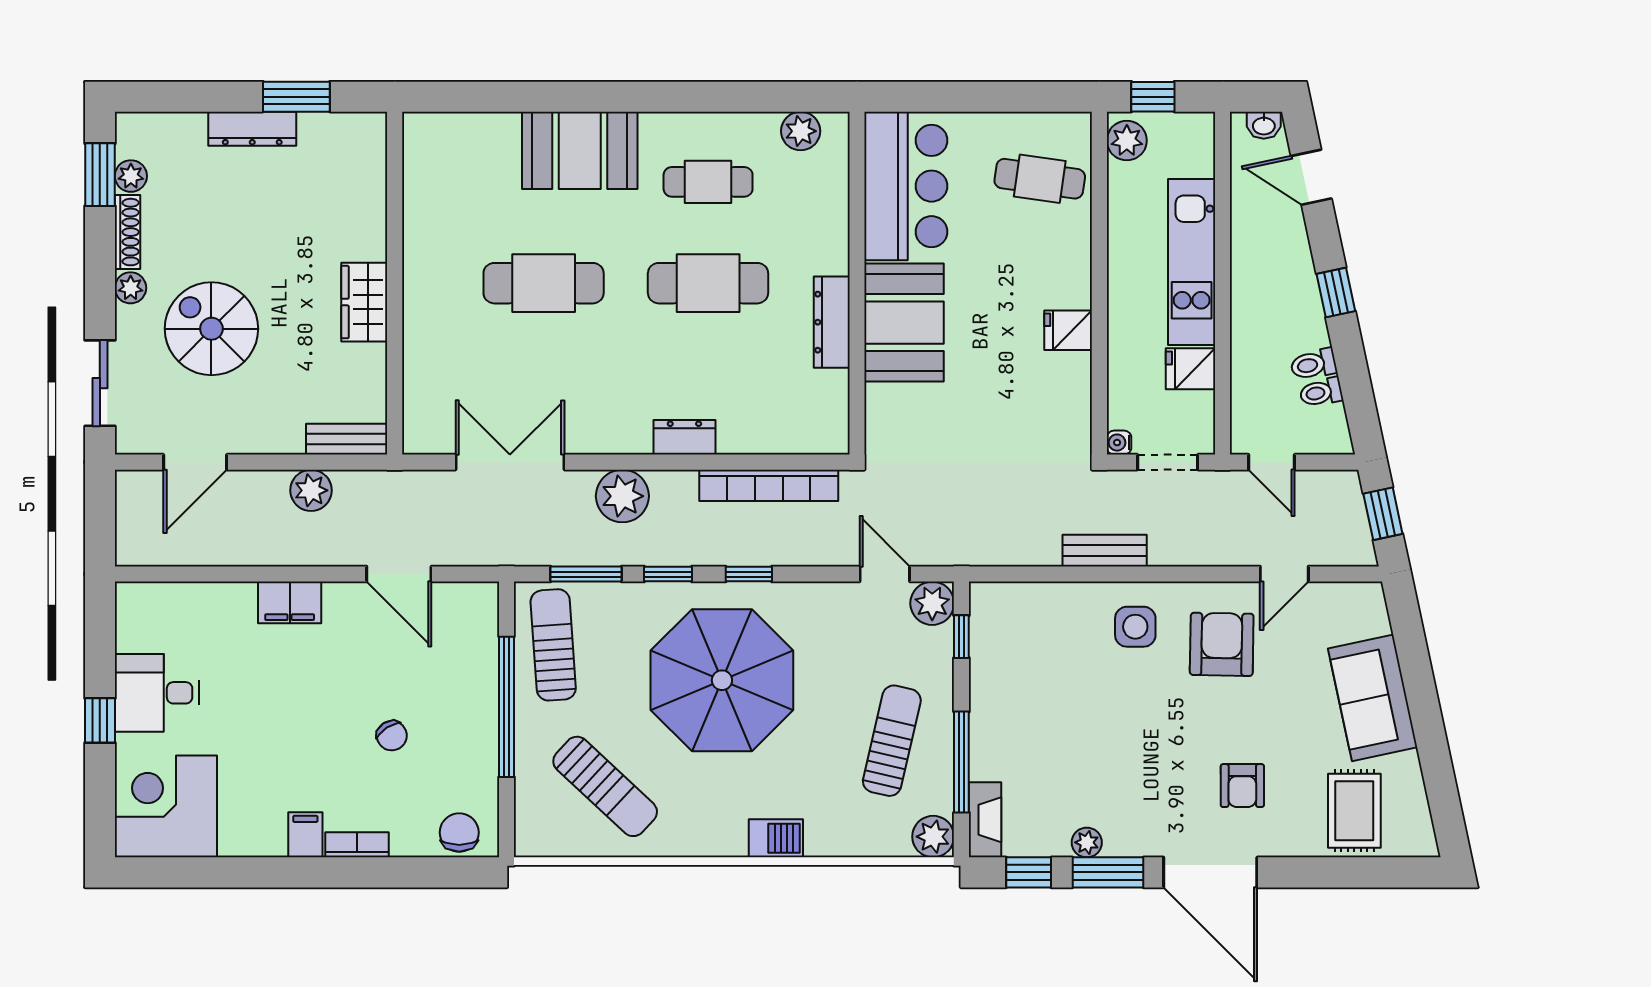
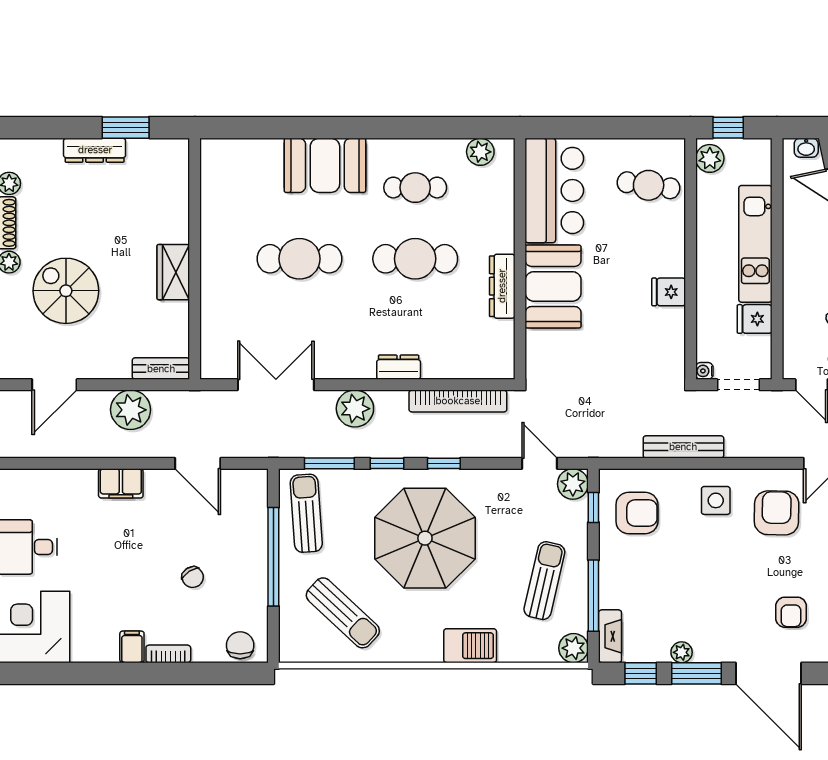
plant: (311, 490) -> (131, 410), width x1.36, depth x1.36
bench: (1105, 551) -> (683, 447), width x1.36
armchair: (1023, 645) -> (637, 513), added
barbecue: (776, 838) -> (470, 646), width x1.38, depth x1.27

